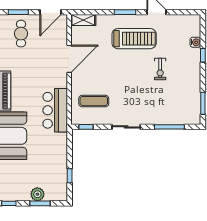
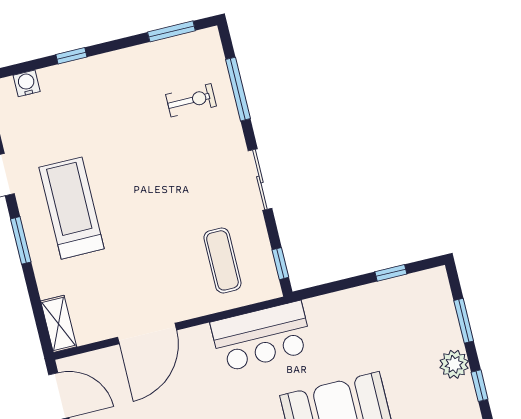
water cooler: (195, 42) -> (27, 83), moved
door: (69, 59) -> (147, 334), swing flipped
exercise bike: (160, 69) -> (191, 100), moved
plant: (37, 194) -> (454, 364), moved

